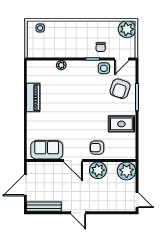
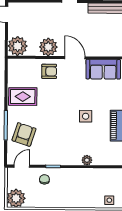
side table: (104, 68) -> (86, 116), moved

